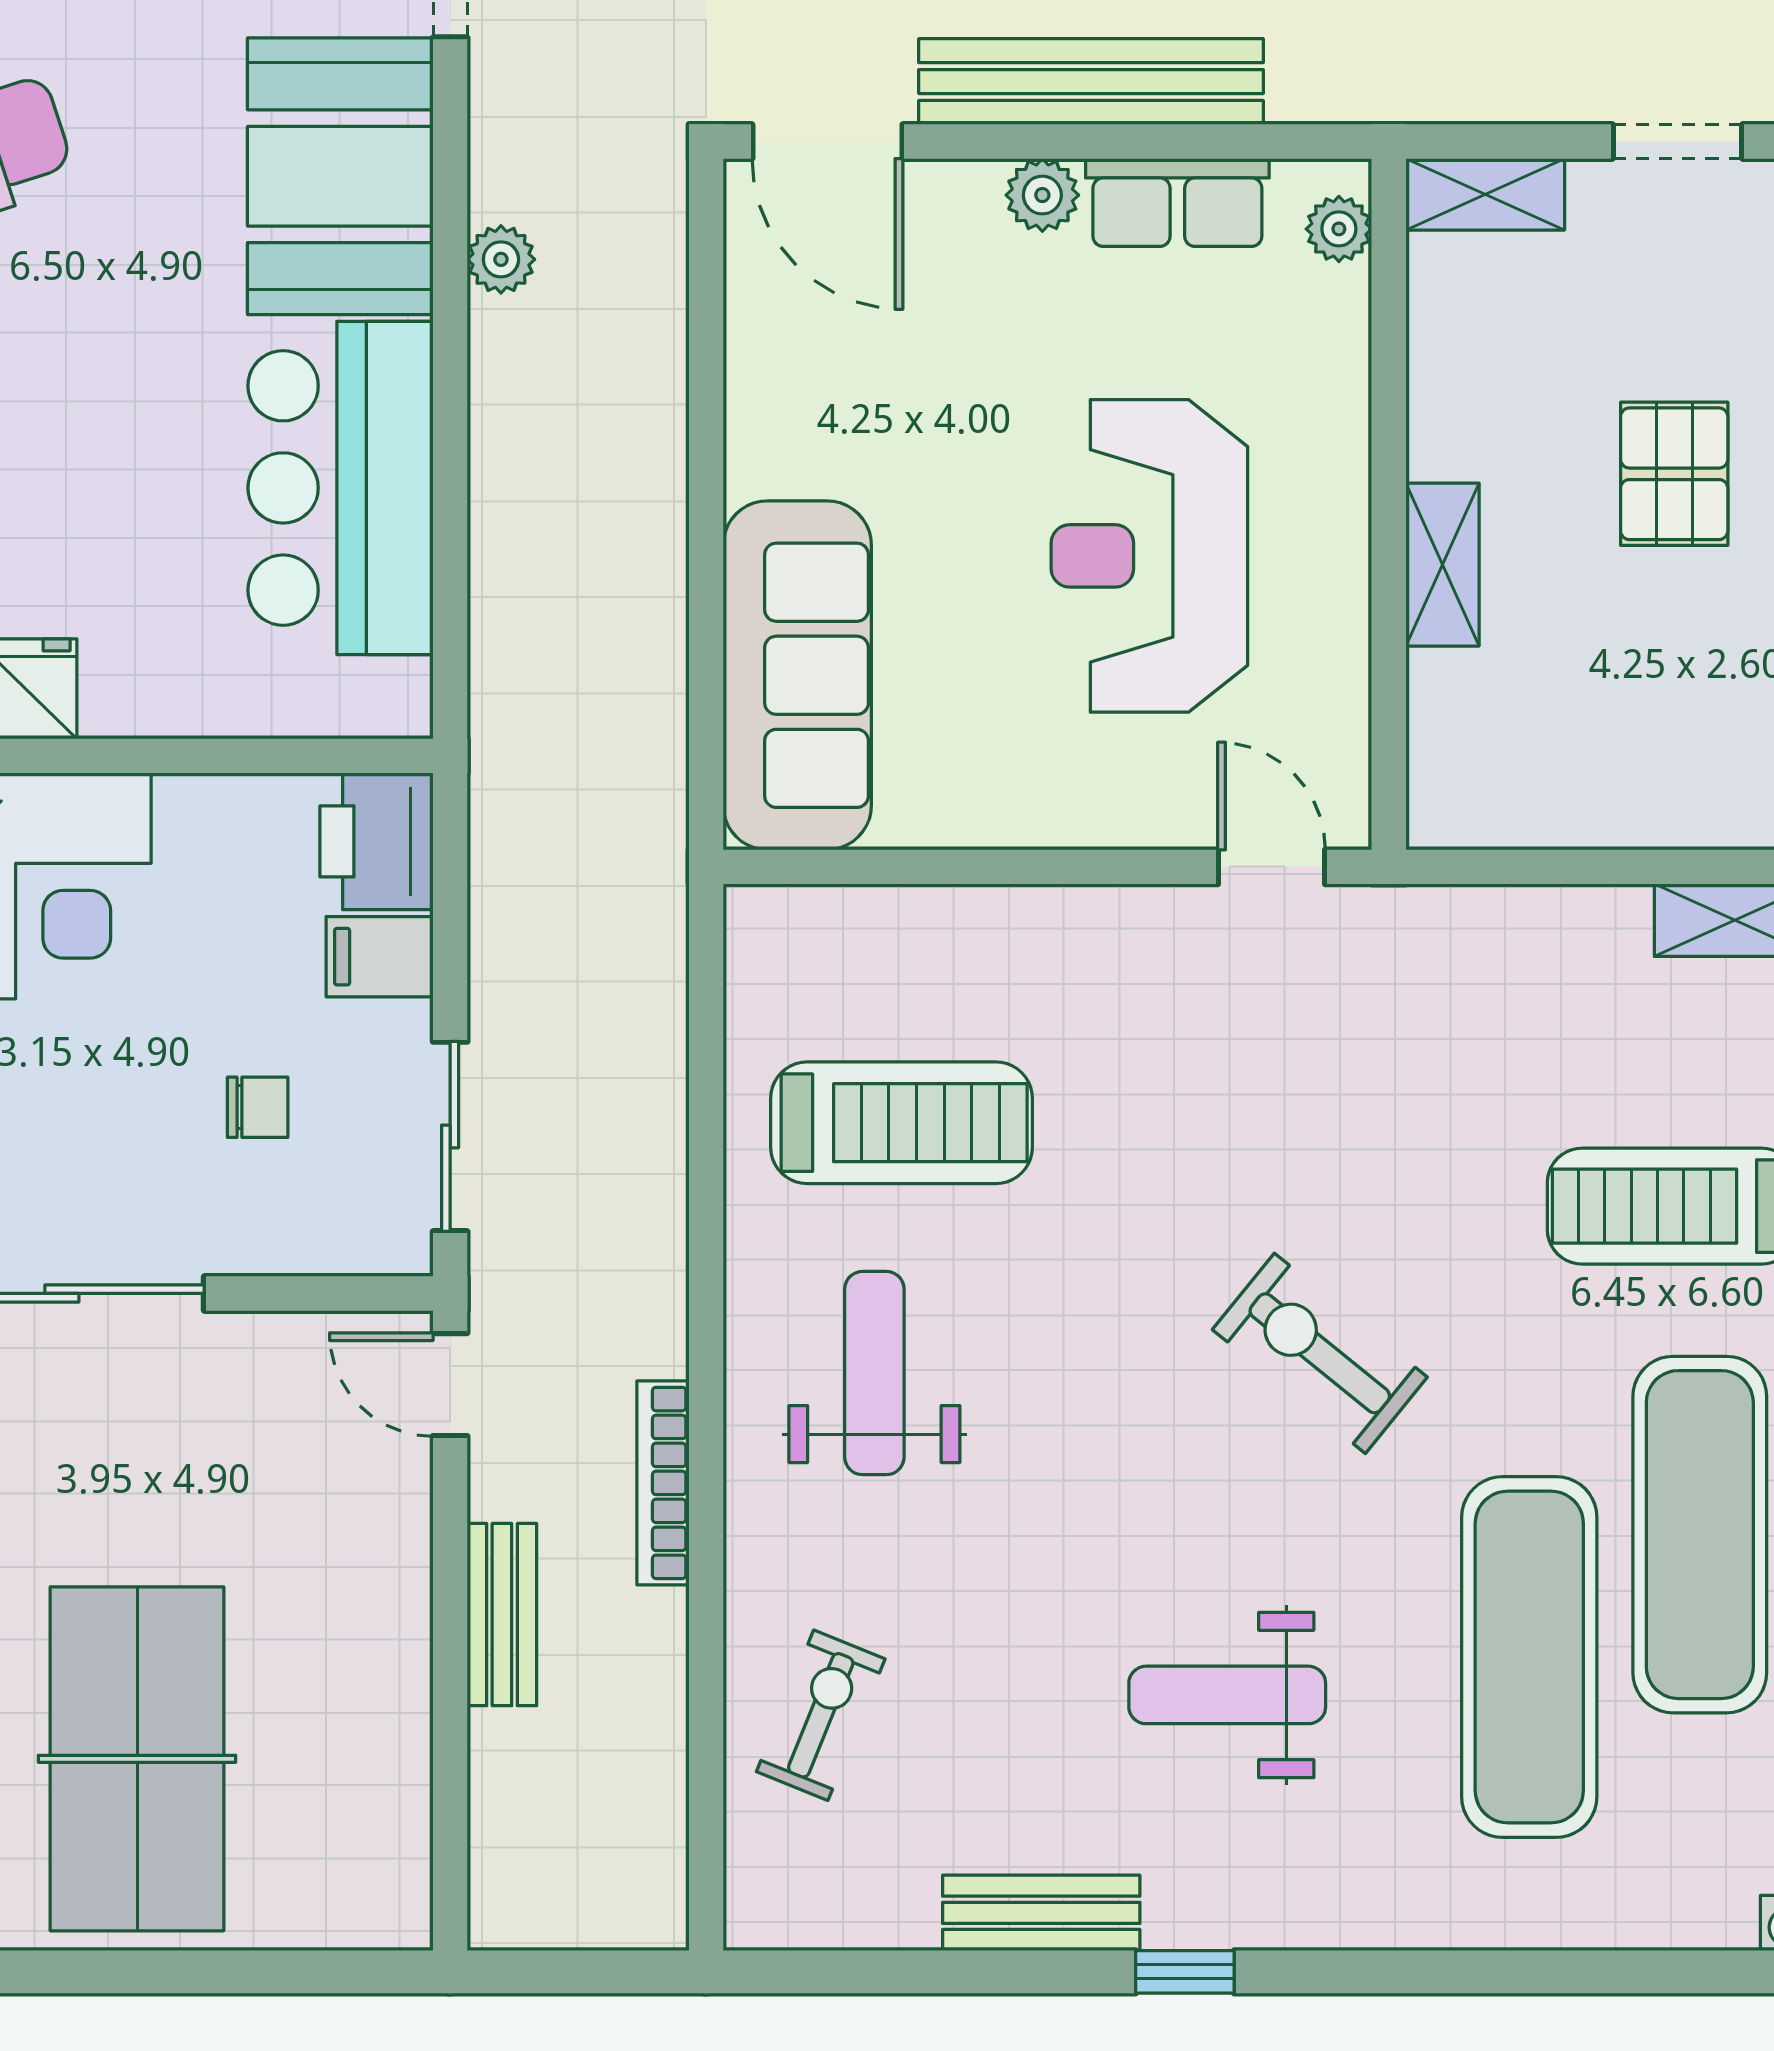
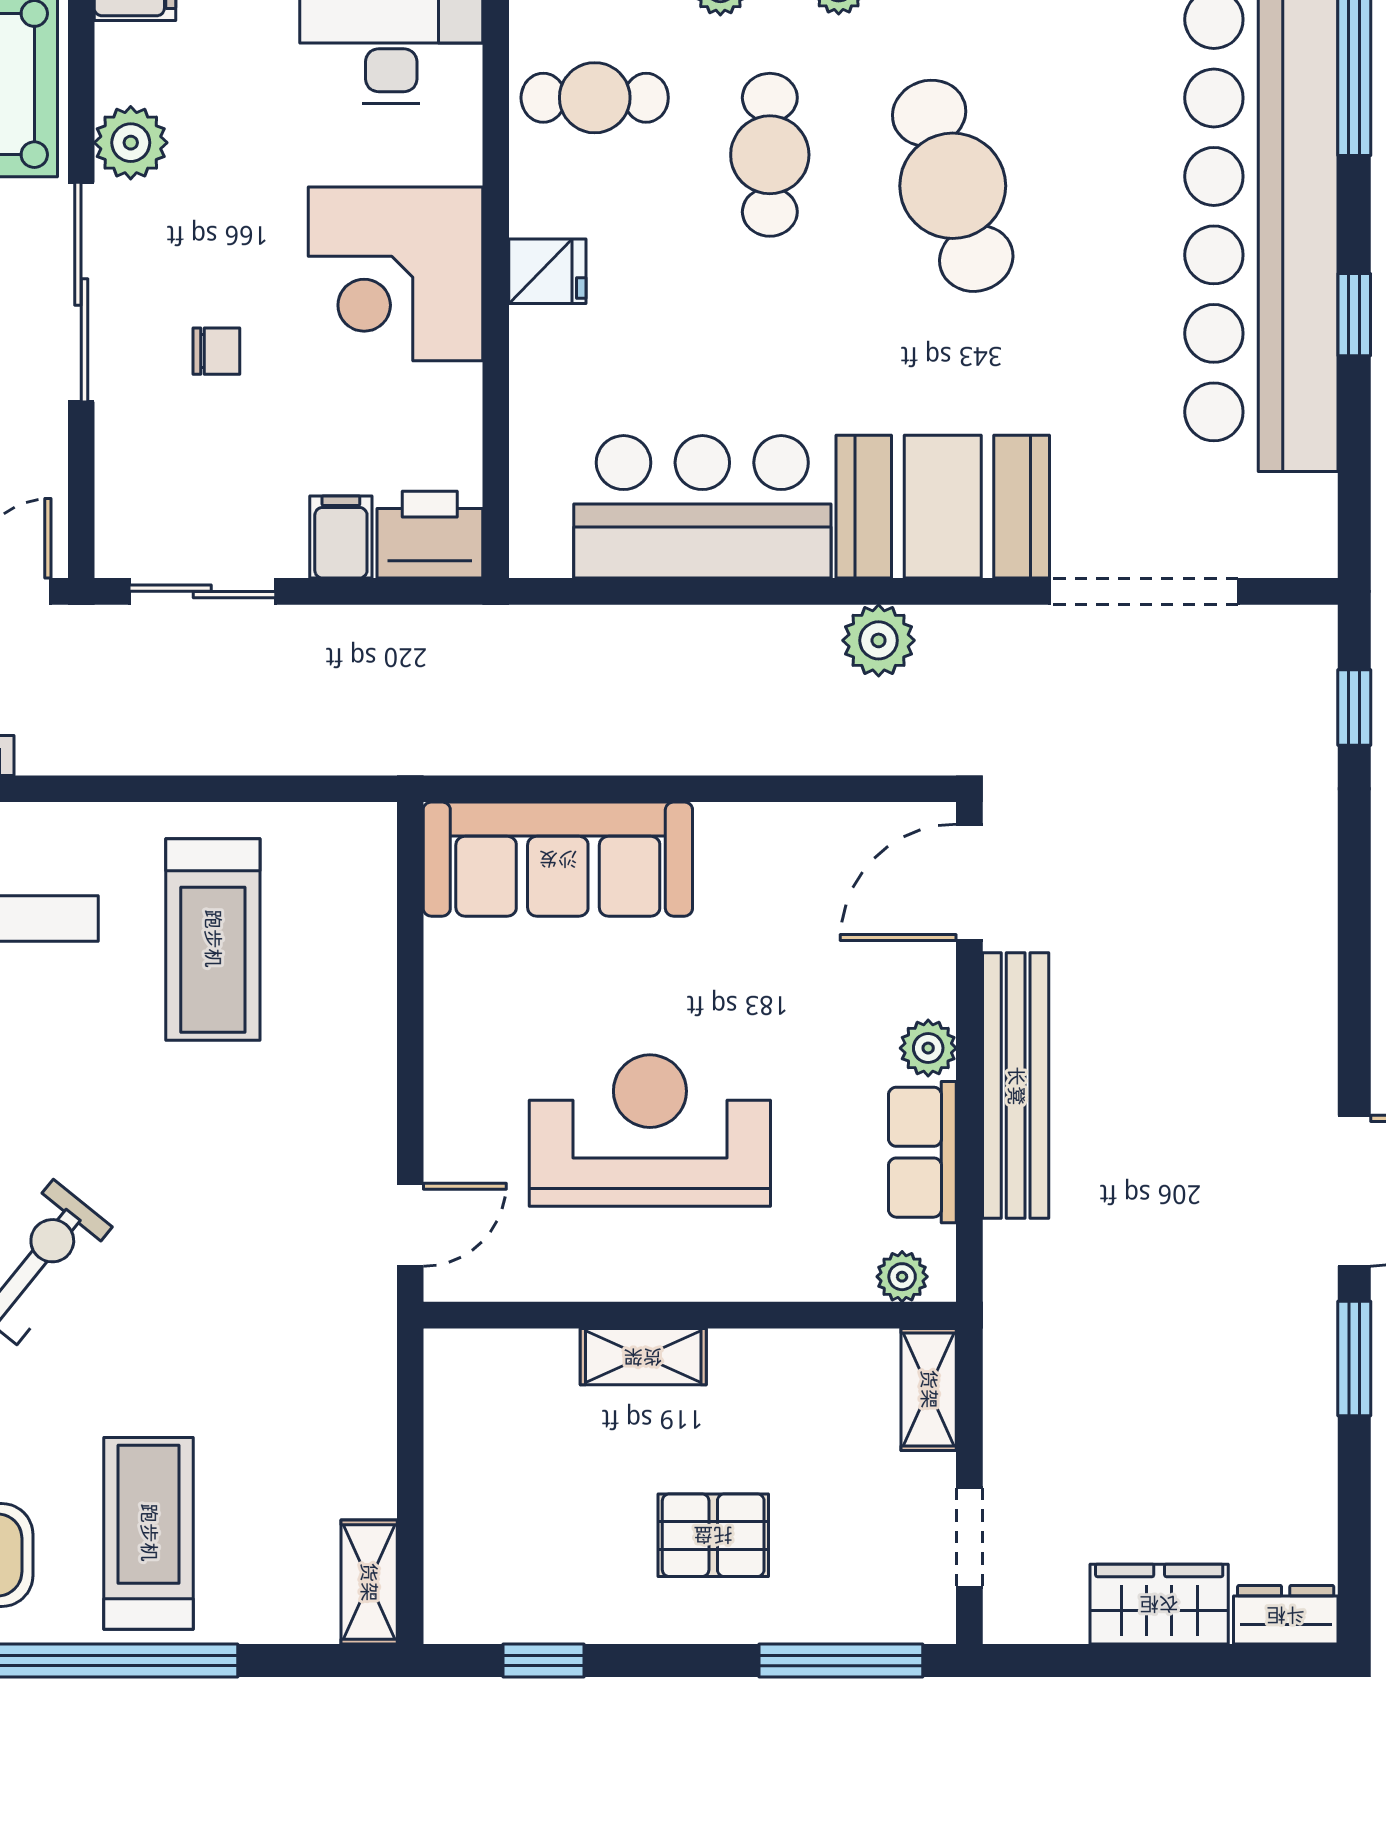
plant: (501, 259) -> (879, 640), width x1.38, depth x1.38
chair: (258, 1107) -> (216, 351), moved, turned -90

